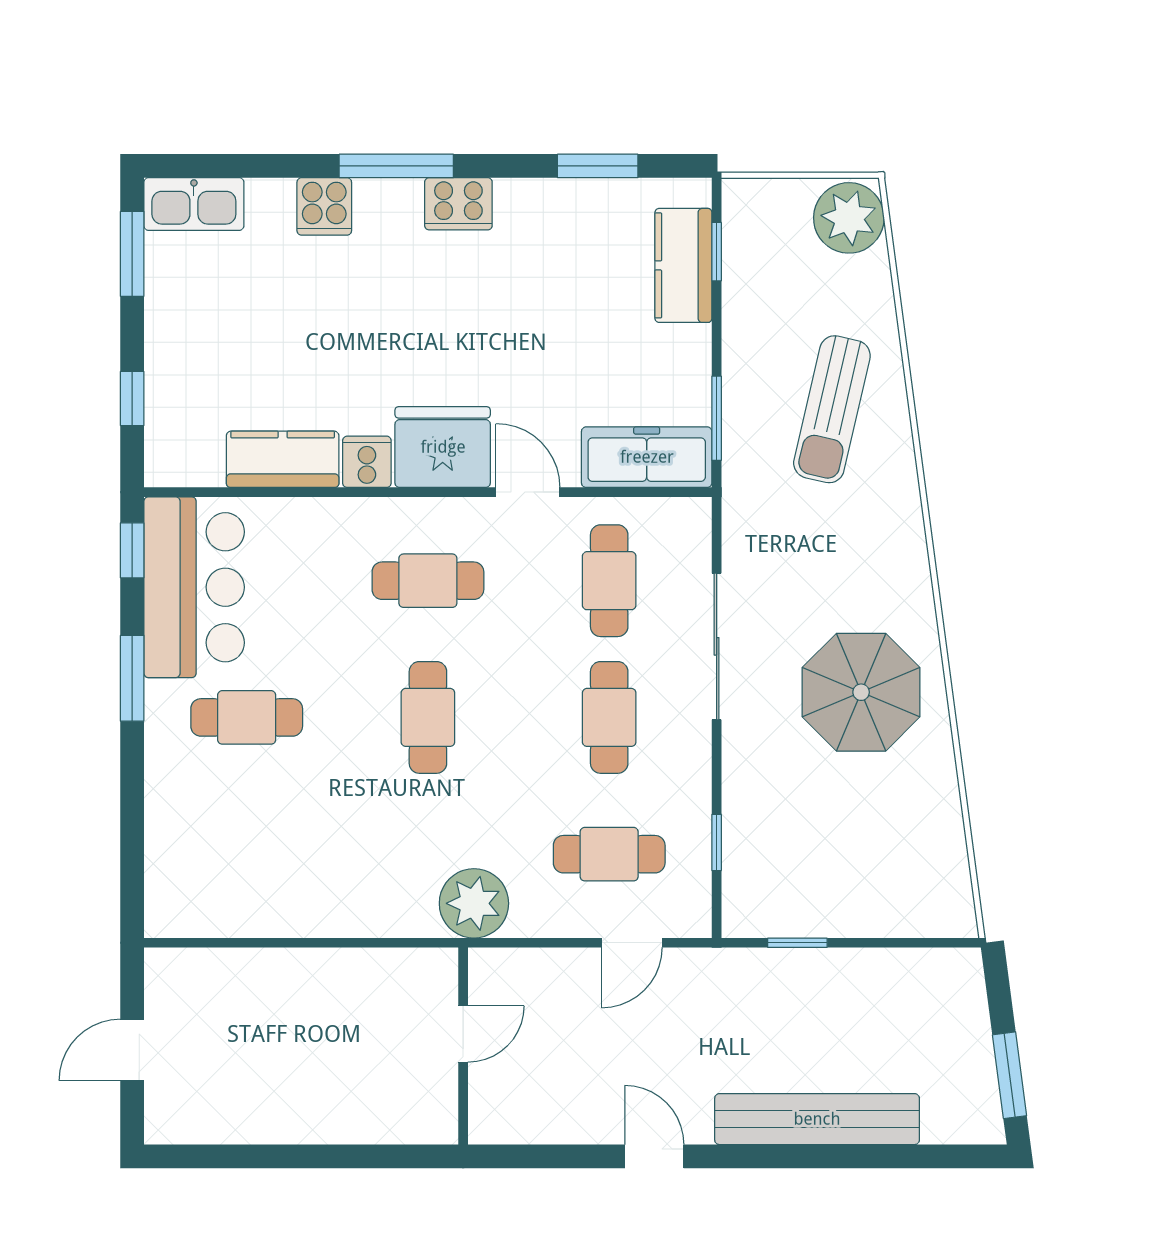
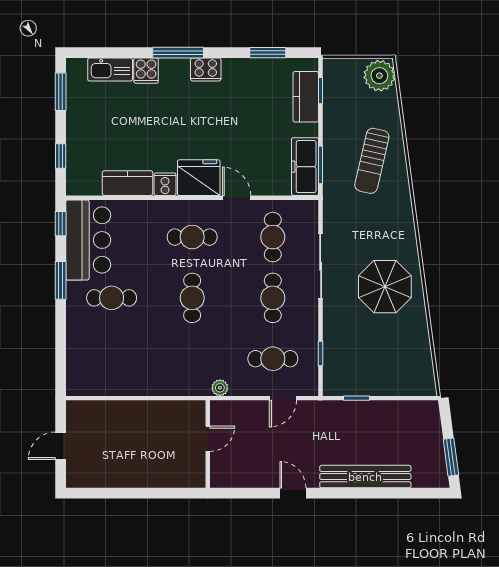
kitchen sink: (194, 204) -> (110, 69), moved
freezer: (647, 457) -> (305, 167), moved, turned -90
plant: (474, 903) -> (220, 388), width x0.53, depth x0.53

